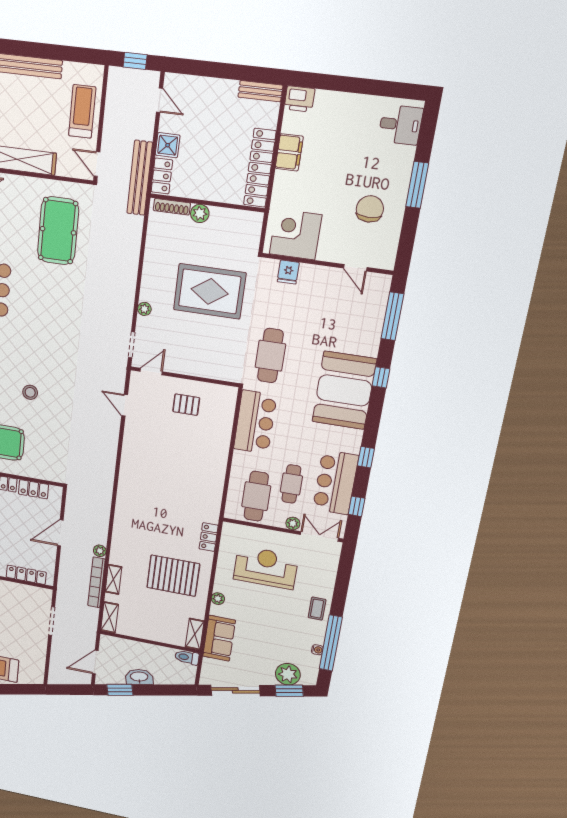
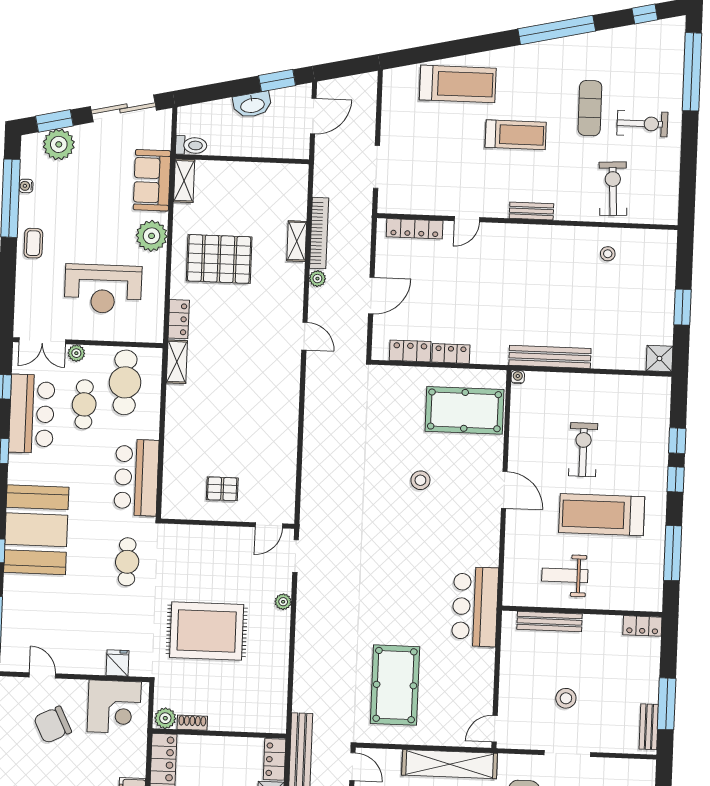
shoe rack: (172, 207) -> (192, 723), moved, width x0.70
chair: (370, 209) -> (53, 725), moved, turned 64
plant: (200, 213) -> (165, 718), moved
cafe table: (270, 356) -> (127, 562), width x0.73, depth x0.74
door: (125, 405) -> (304, 336), moved
plant: (218, 599) -> (152, 236), width x1.88, depth x1.88
shelving: (109, 617) -> (177, 362), moved

